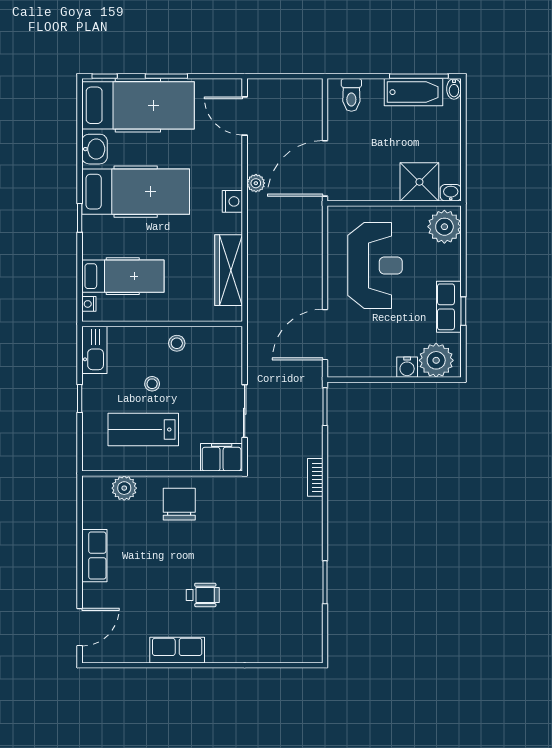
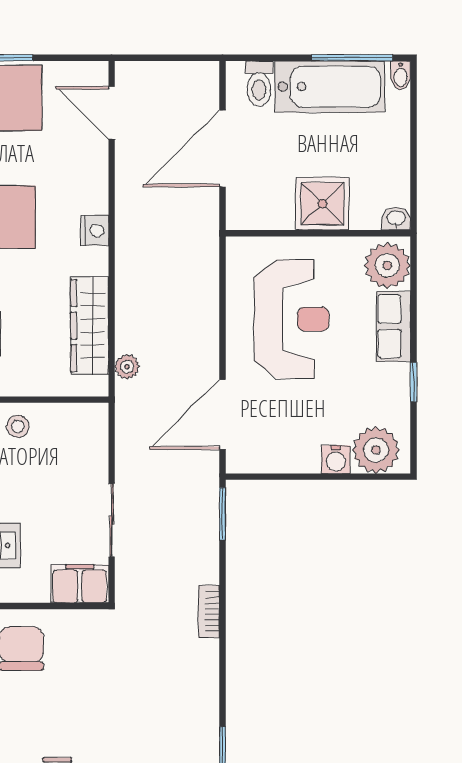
bathtub: (413, 92) -> (330, 87), width x1.36, depth x1.36
door: (325, 168) -> (222, 149), moved
shower: (419, 182) -> (323, 204), moved
plant: (256, 183) -> (127, 367), moved
row of seats: (449, 307) -> (393, 326), moved

